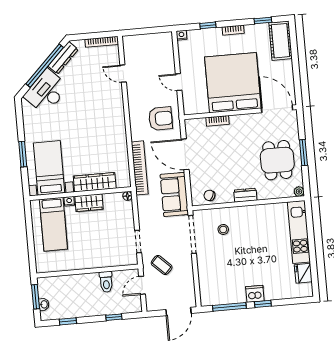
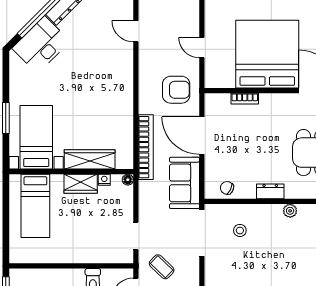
nightstand: (69, 201) -> (104, 180), moved
plant: (263, 210) -> (290, 211), added

